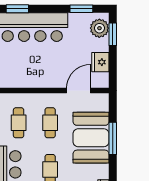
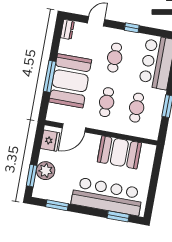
plant: (99, 28) -> (46, 171), moved
fridge: (100, 62) -> (50, 141), moved
booth: (28, 74) -> (119, 152), added

